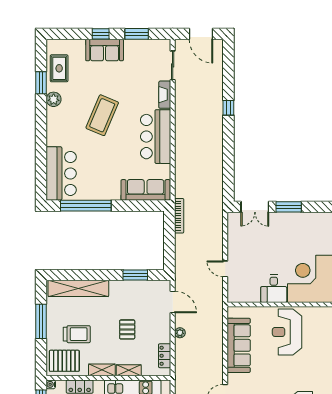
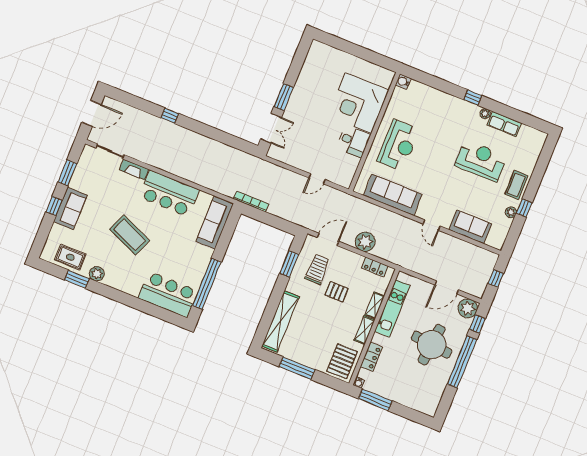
reception desk: (287, 332) -> (398, 145), turned -90
plant: (180, 333) -> (365, 242), width x1.87, depth x1.87
trolley: (77, 334) -> (317, 269), moved

